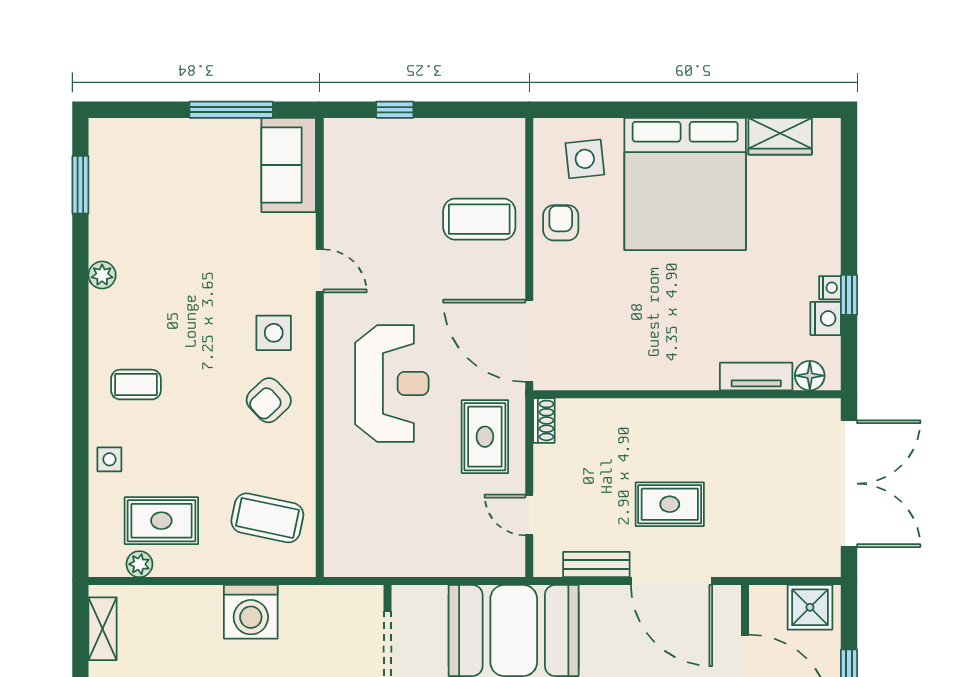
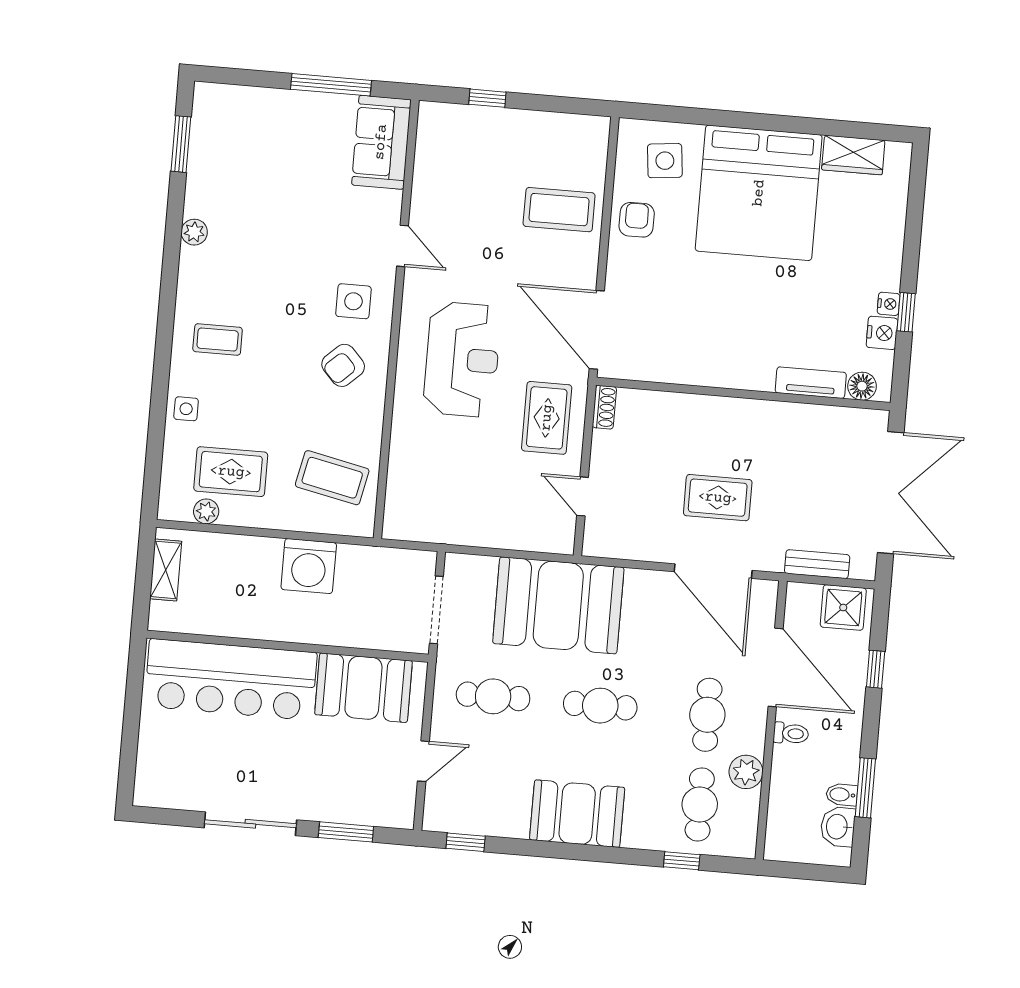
bench: (596, 564) -> (817, 564), moved

